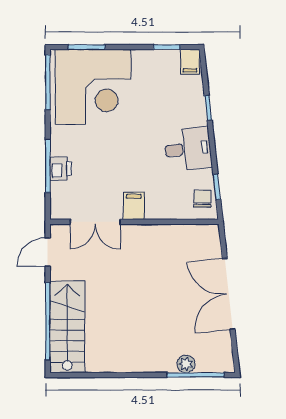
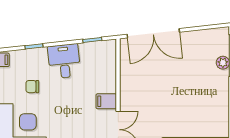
chair: (202, 199) -> (32, 87), moved
double door: (229, 294) -> (153, 33), moved

